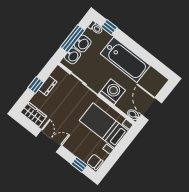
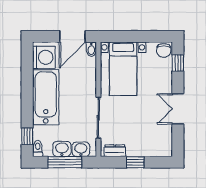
dresser: (48, 86) -> (115, 151), moved
washing machine: (112, 92) -> (44, 57), moved, turned 180
wardrobe: (34, 114) -> (164, 143), removed

